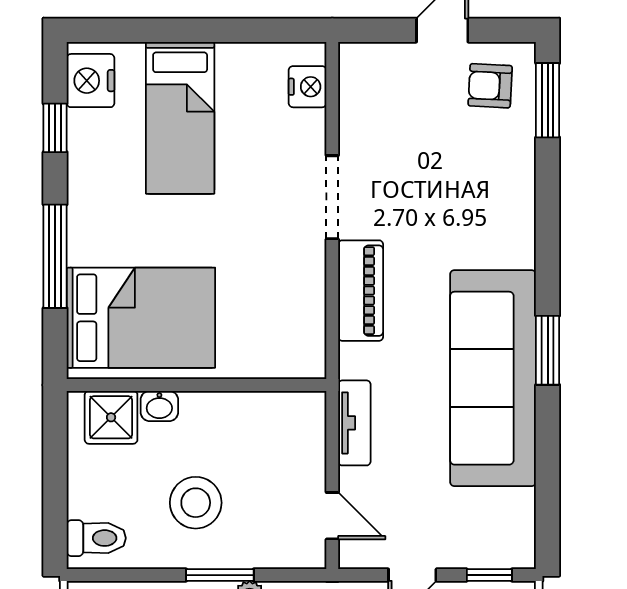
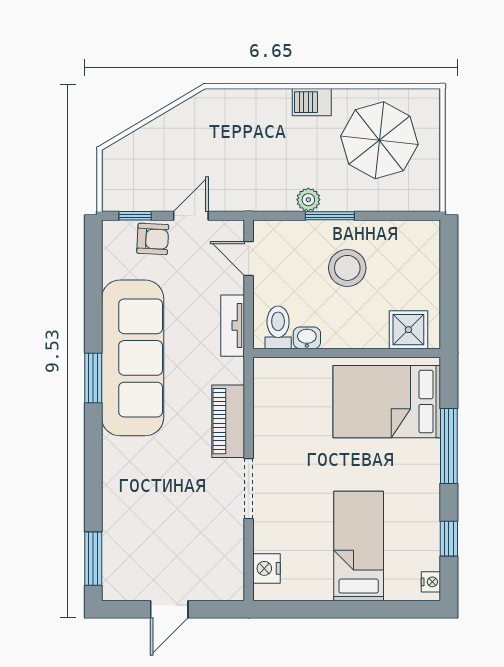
nightstand: (91, 81) -> (431, 582), width x0.53, depth x0.56
armchair: (490, 86) -> (153, 239), moved
washbasin: (159, 406) -> (307, 338), moved
toilet: (96, 538) -> (278, 327), moved, turned 90

